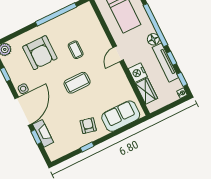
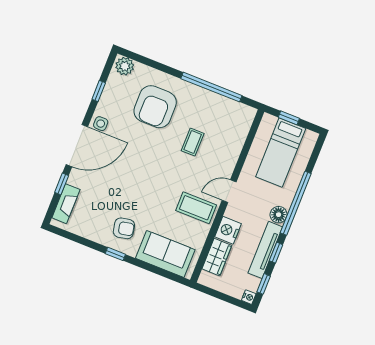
coffee table: (77, 83) -> (196, 208), moved
armchair: (88, 126) -> (124, 228), turned 66
fireplace: (43, 133) -> (66, 204), moved
window: (87, 147) -> (115, 254), moved

